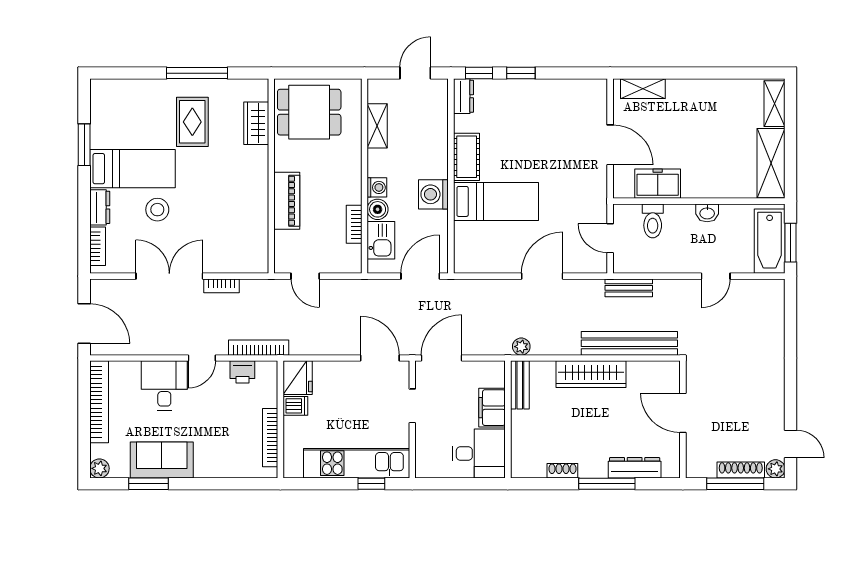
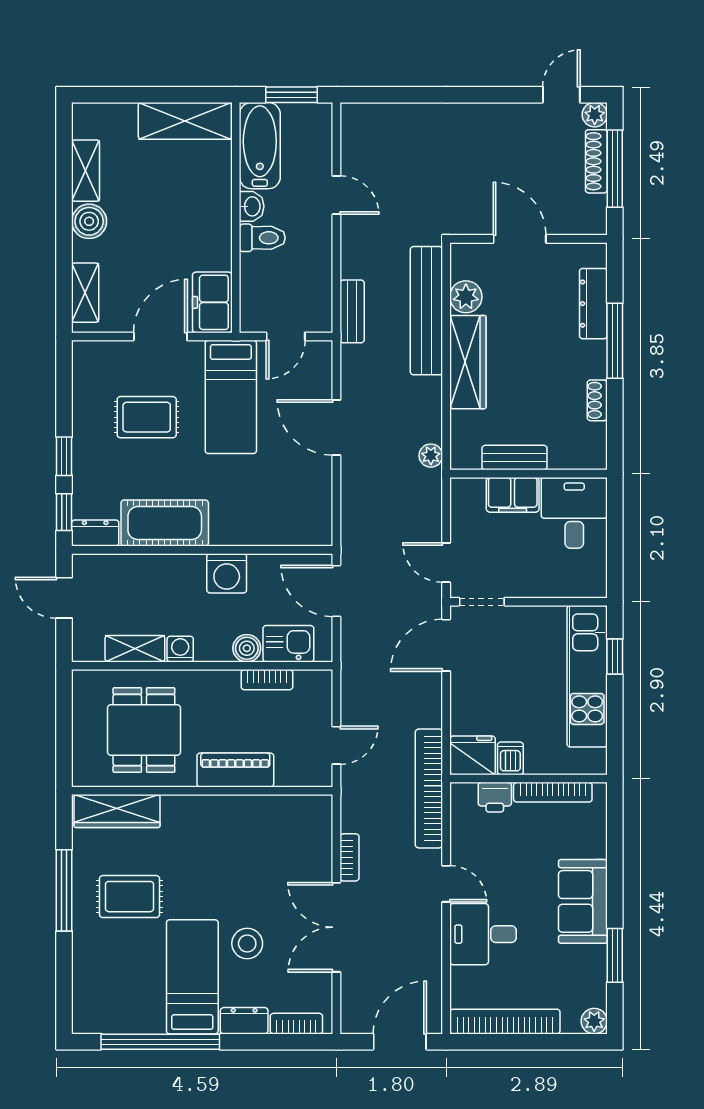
boiler: (696, 92) -> (89, 221), added
shelving: (774, 104) -> (86, 171), moved, turned 90
dining table: (309, 112) -> (144, 730), moved
wardrobe: (256, 123) -> (117, 811), width x1.50
rug: (550, 135) -> (147, 417), added
window: (84, 145) -> (160, 1042), width x2.11
cot: (467, 157) -> (165, 523), width x1.37, depth x1.34
freezer: (658, 184) -> (212, 302), moved
washing machine: (377, 187) -> (180, 649), moved
bed: (496, 201) -> (231, 397), moved, turned 180
toilet: (653, 221) -> (262, 238), moved
bathtub: (770, 241) -> (260, 146), moved, turned -90
bookcase: (259, 348) -> (429, 788), width x1.48, depth x1.31
door: (441, 358) -> (446, 563), width x0.73
printer: (242, 372) -> (495, 797), moved, turned 90
plant: (640, 373) -> (466, 297), added
bench: (520, 385) -> (515, 458), moved
doorway: (412, 406) -> (482, 602), moved
door: (683, 413) -> (520, 239), swing flipped
sofa: (162, 460) -> (583, 901), moved

